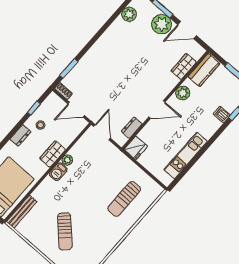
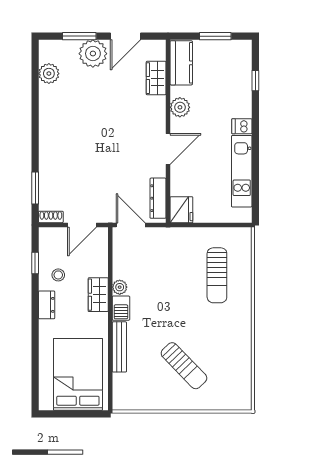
dishwasher: (222, 114) -> (242, 126), moved
dresser: (132, 128) -> (158, 198), width x1.44
bench: (22, 212) -> (119, 347), moved

